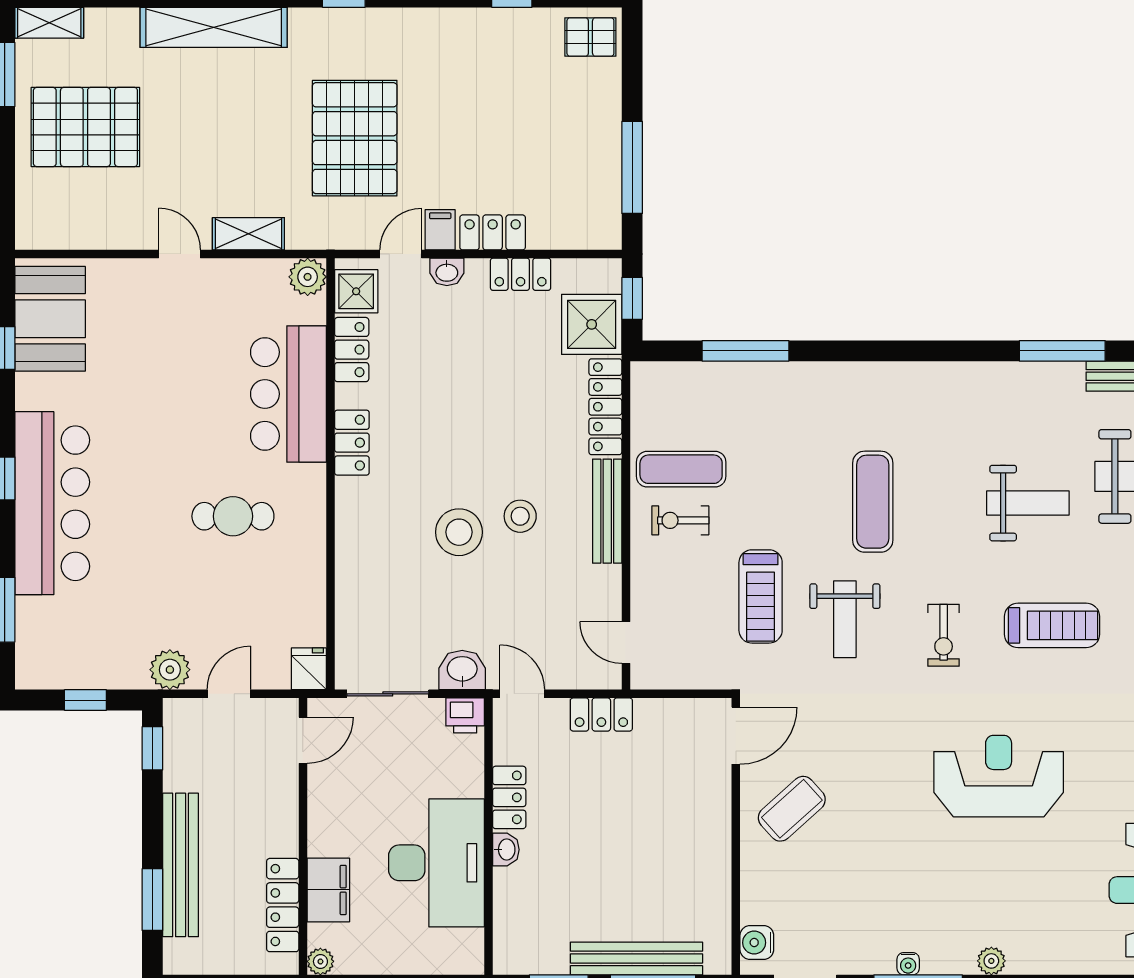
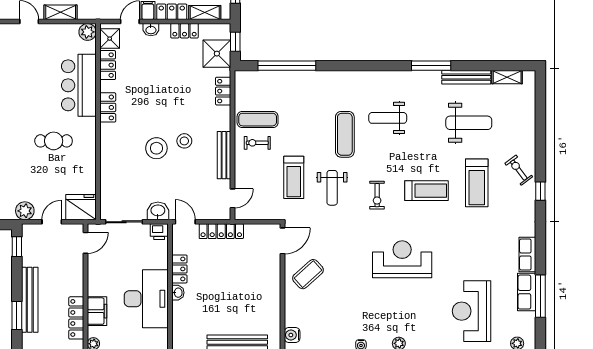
shelving: (565, 234) -> (205, 13), added
window: (746, 351) -> (287, 66), width x1.46
locker: (605, 407) -> (223, 91), width x0.66
weight bench: (1028, 503) -> (388, 118), moved, turned 180
bench: (607, 511) -> (224, 155), moved
door: (626, 643) -> (232, 198), swing flipped
fridge: (309, 669) -> (81, 207), width x1.88, depth x1.34
locker: (601, 714) -> (221, 231), width x1.53

